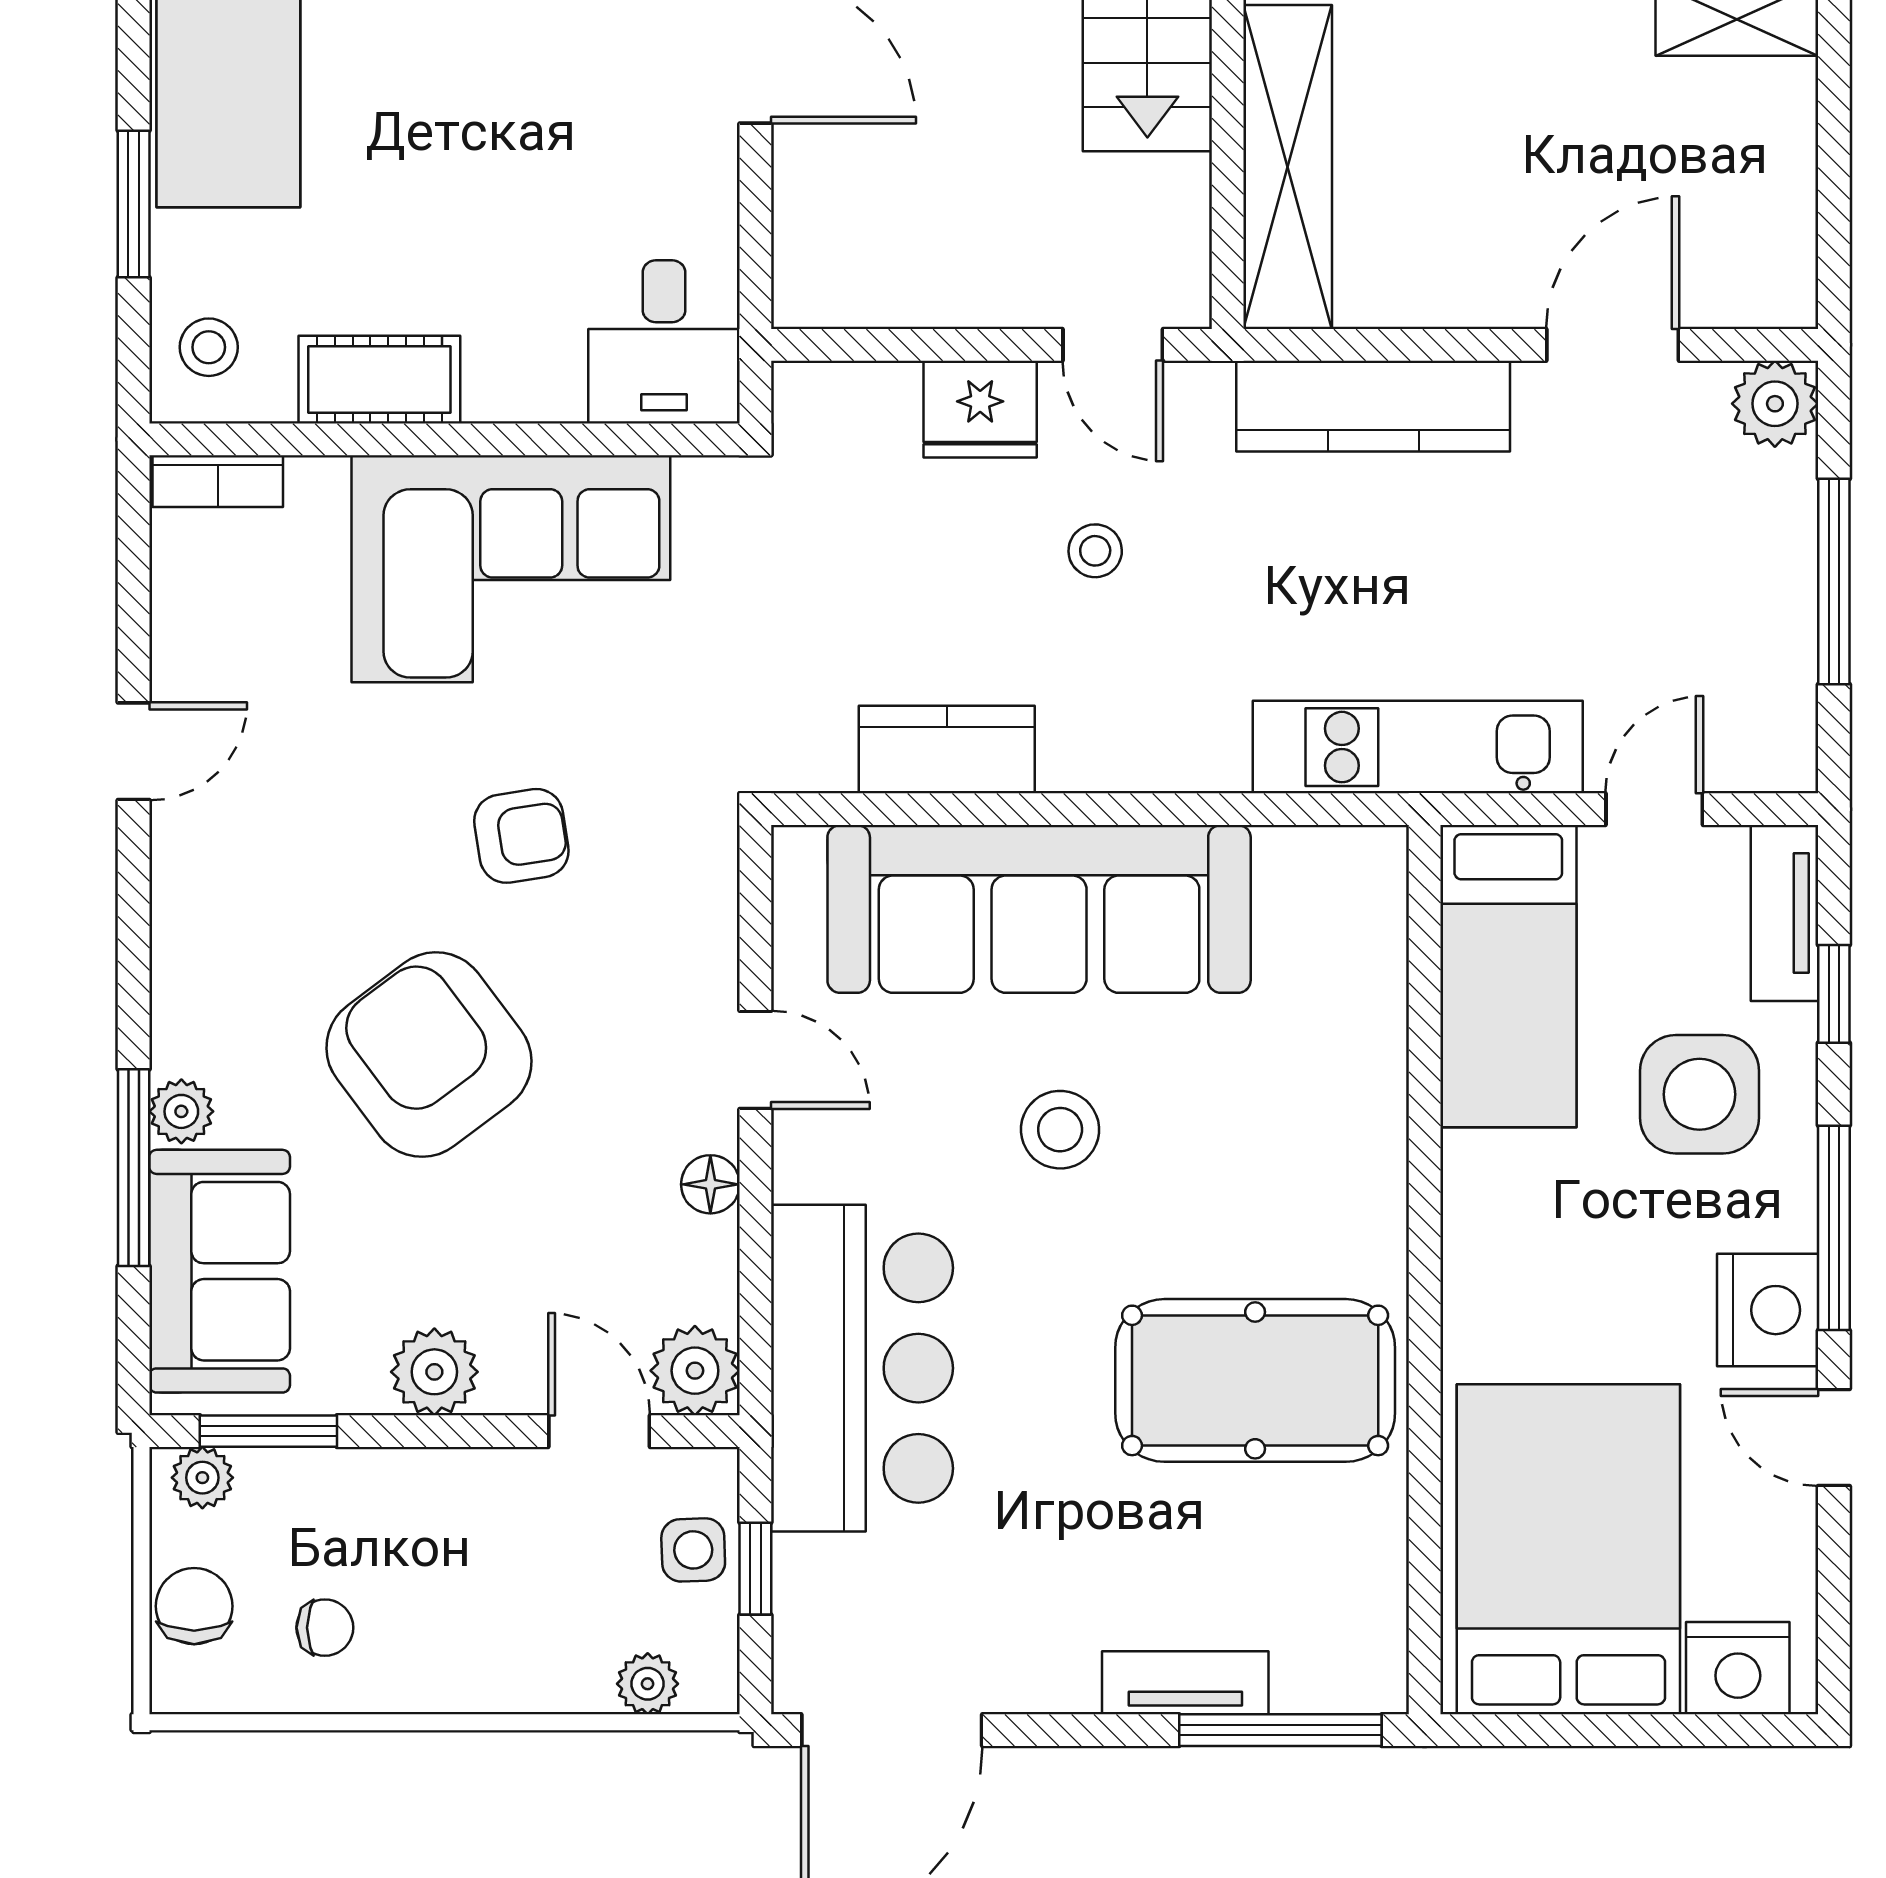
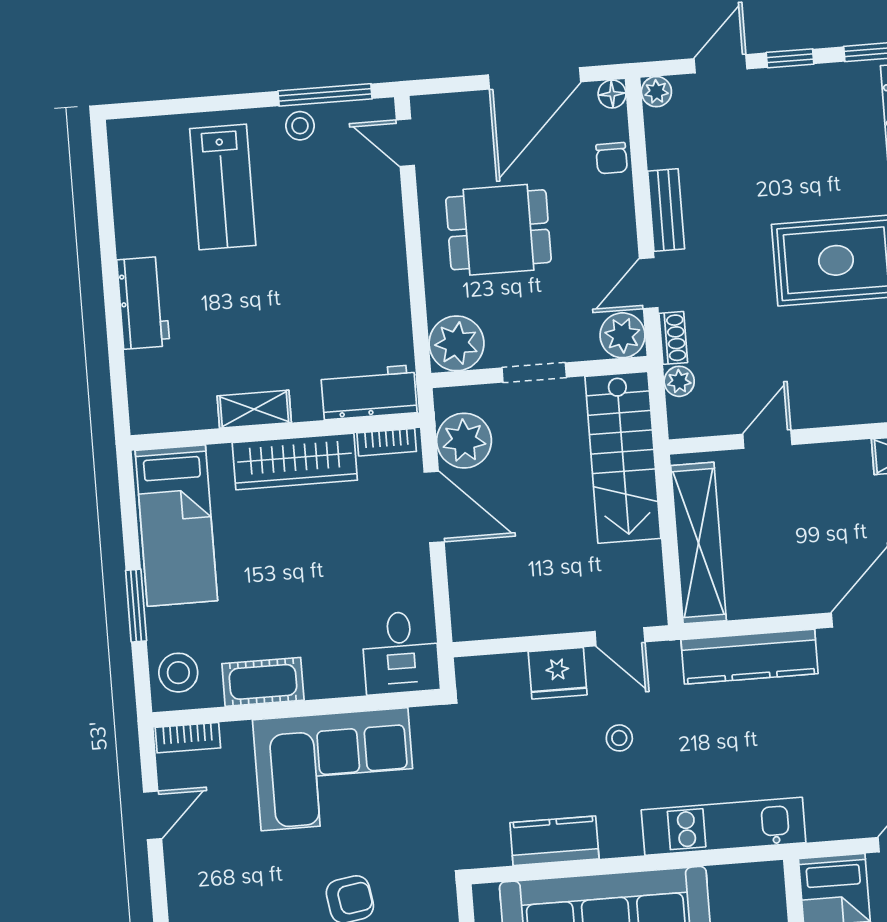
stool: (209, 347) -> (178, 673), width x1.37, depth x1.37
kitchen unit: (1418, 747) -> (724, 826), moved
door: (134, 751) -> (153, 815), moved

